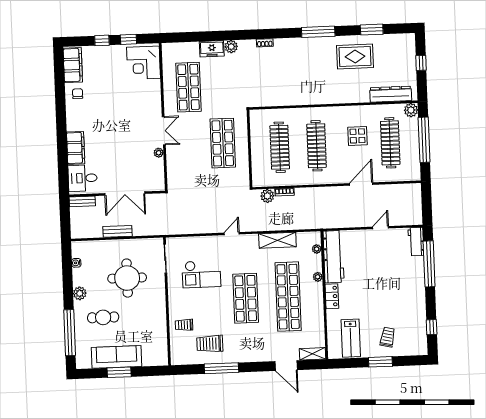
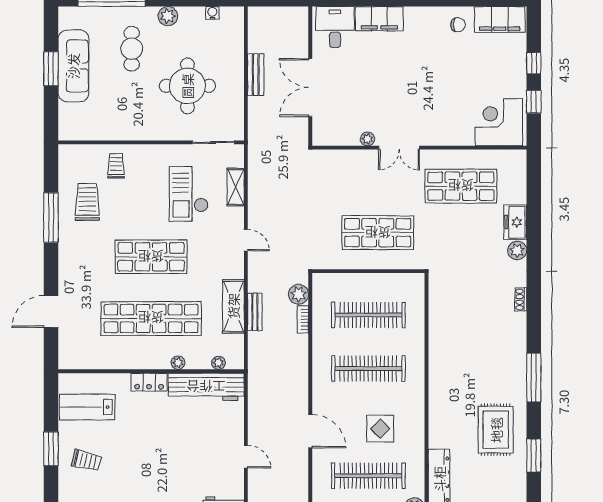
bench: (82, 201) -> (255, 312), moved
shelving: (313, 354) -> (236, 187), moved

